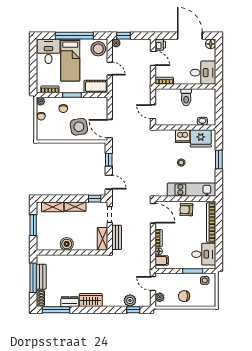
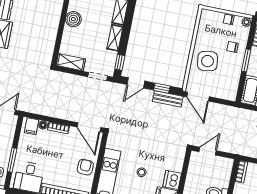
door: (110, 129) -> (198, 97), swing flipped
door: (153, 213) -> (89, 127), hinge flipped
bench: (117, 237) -> (168, 99), moved

